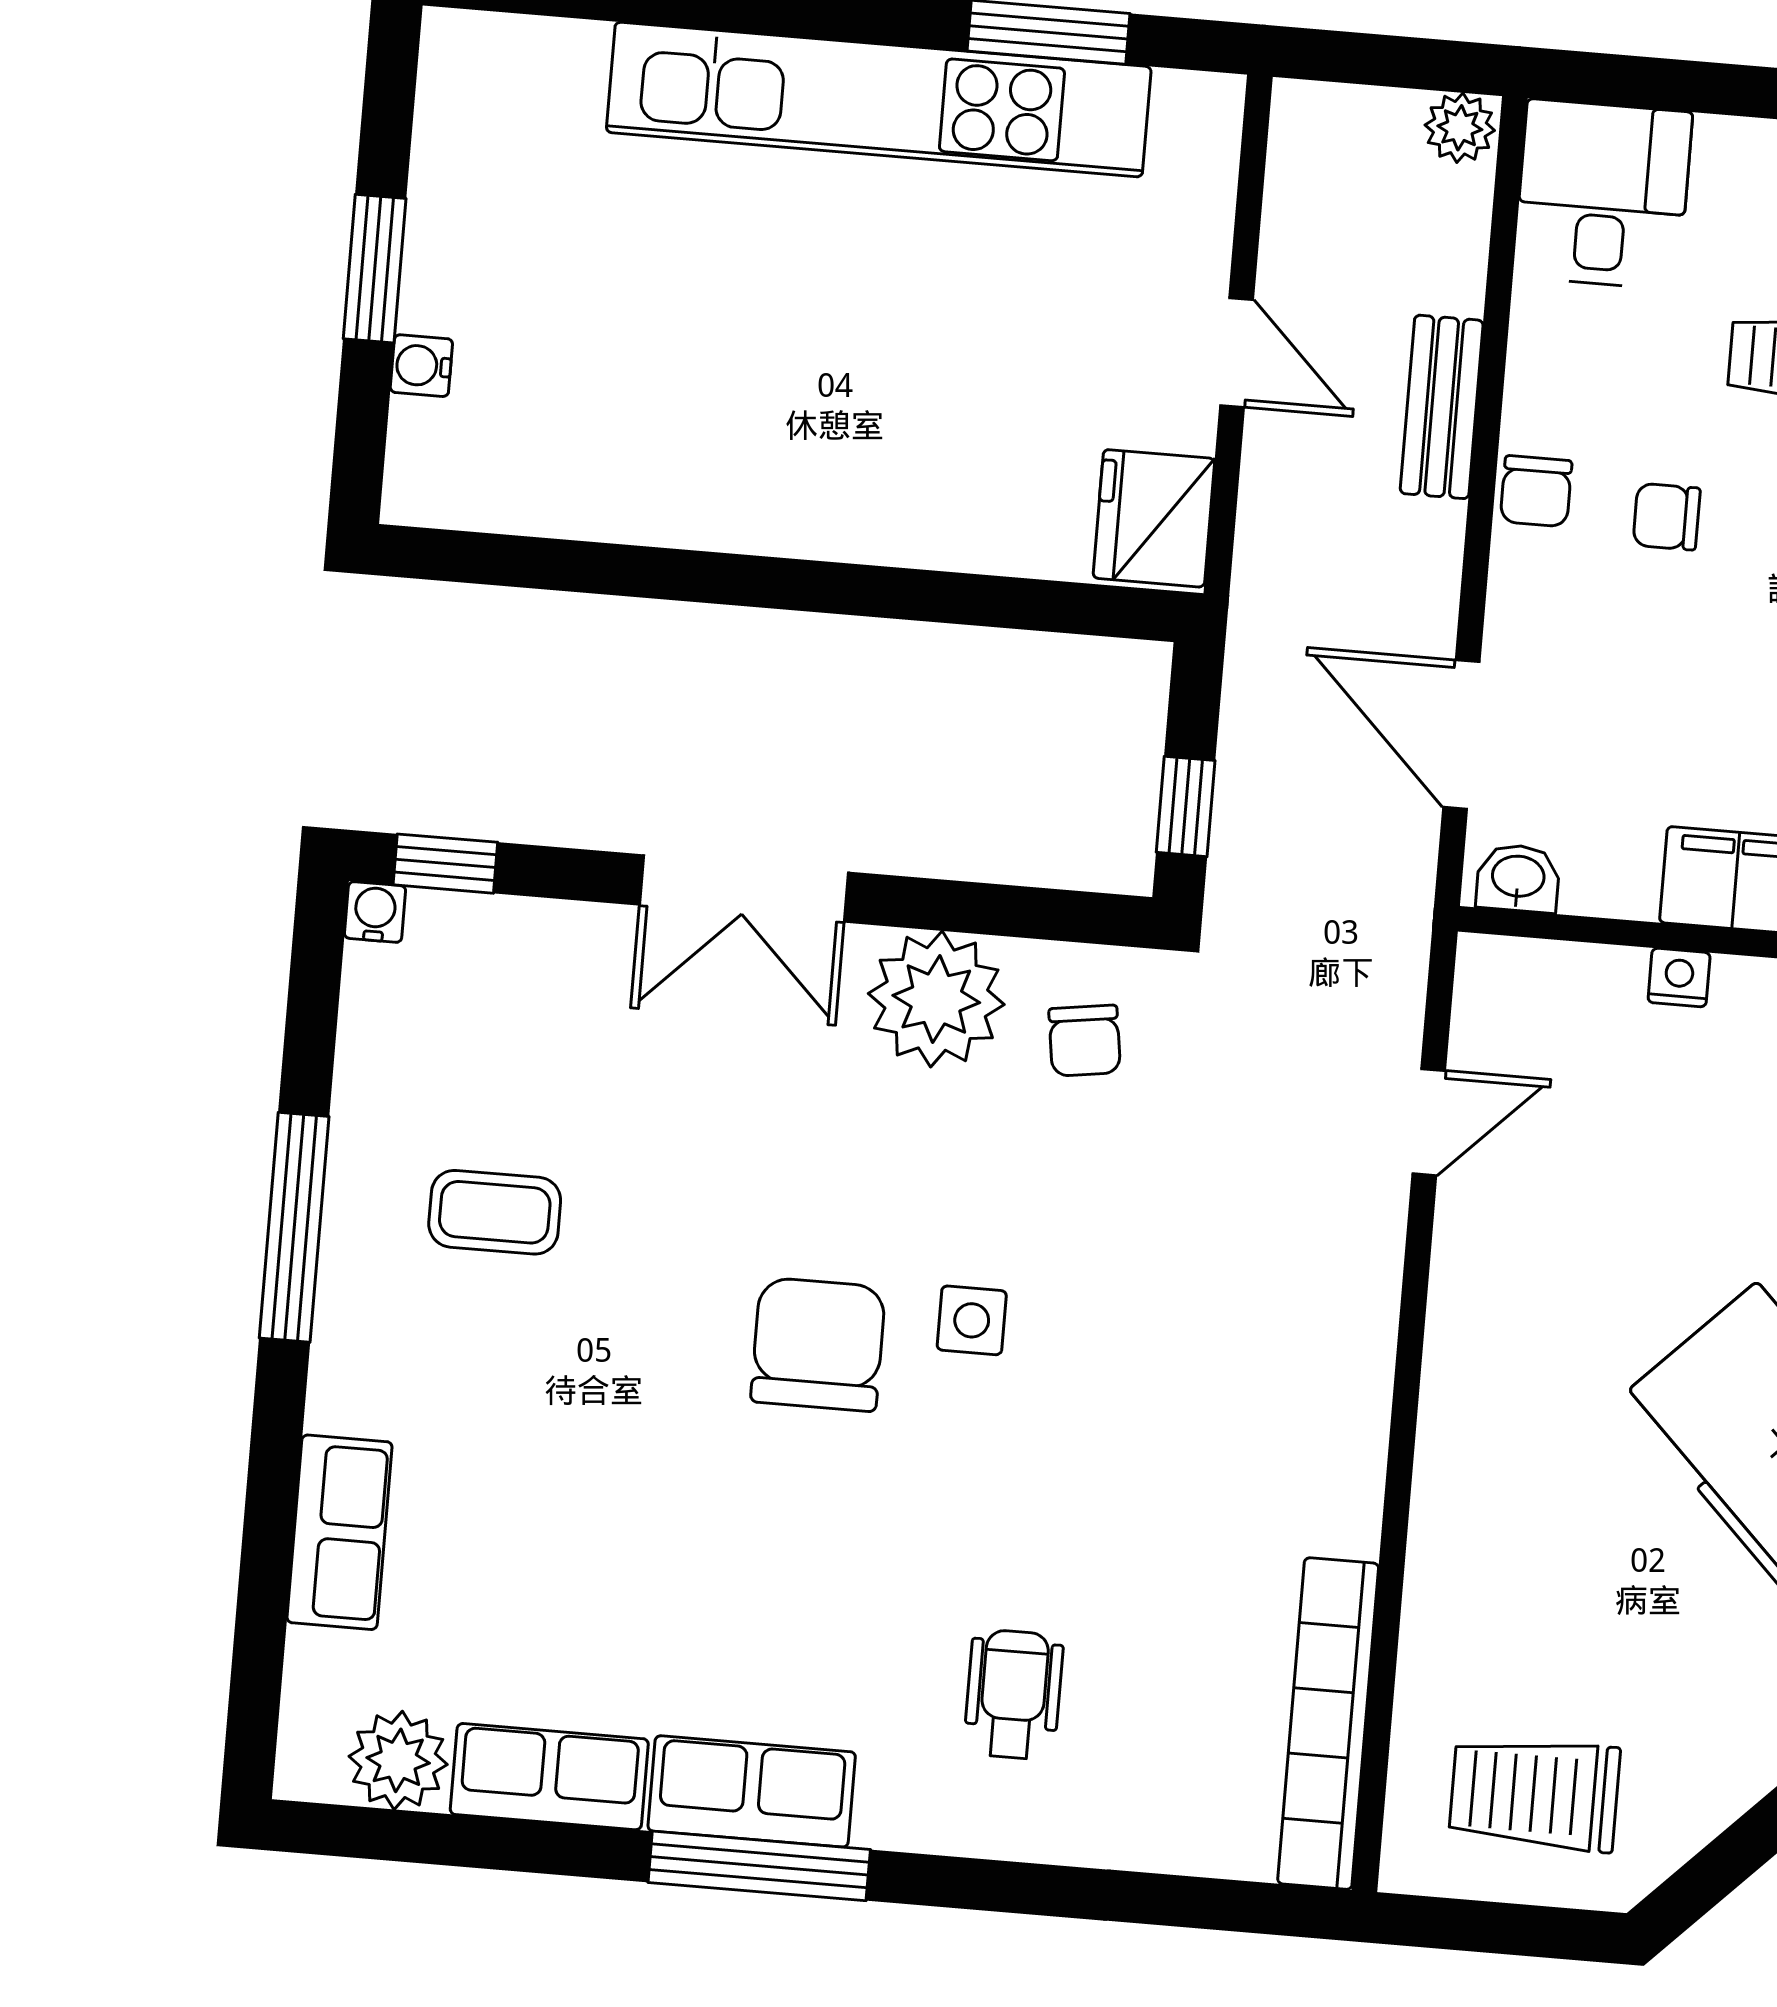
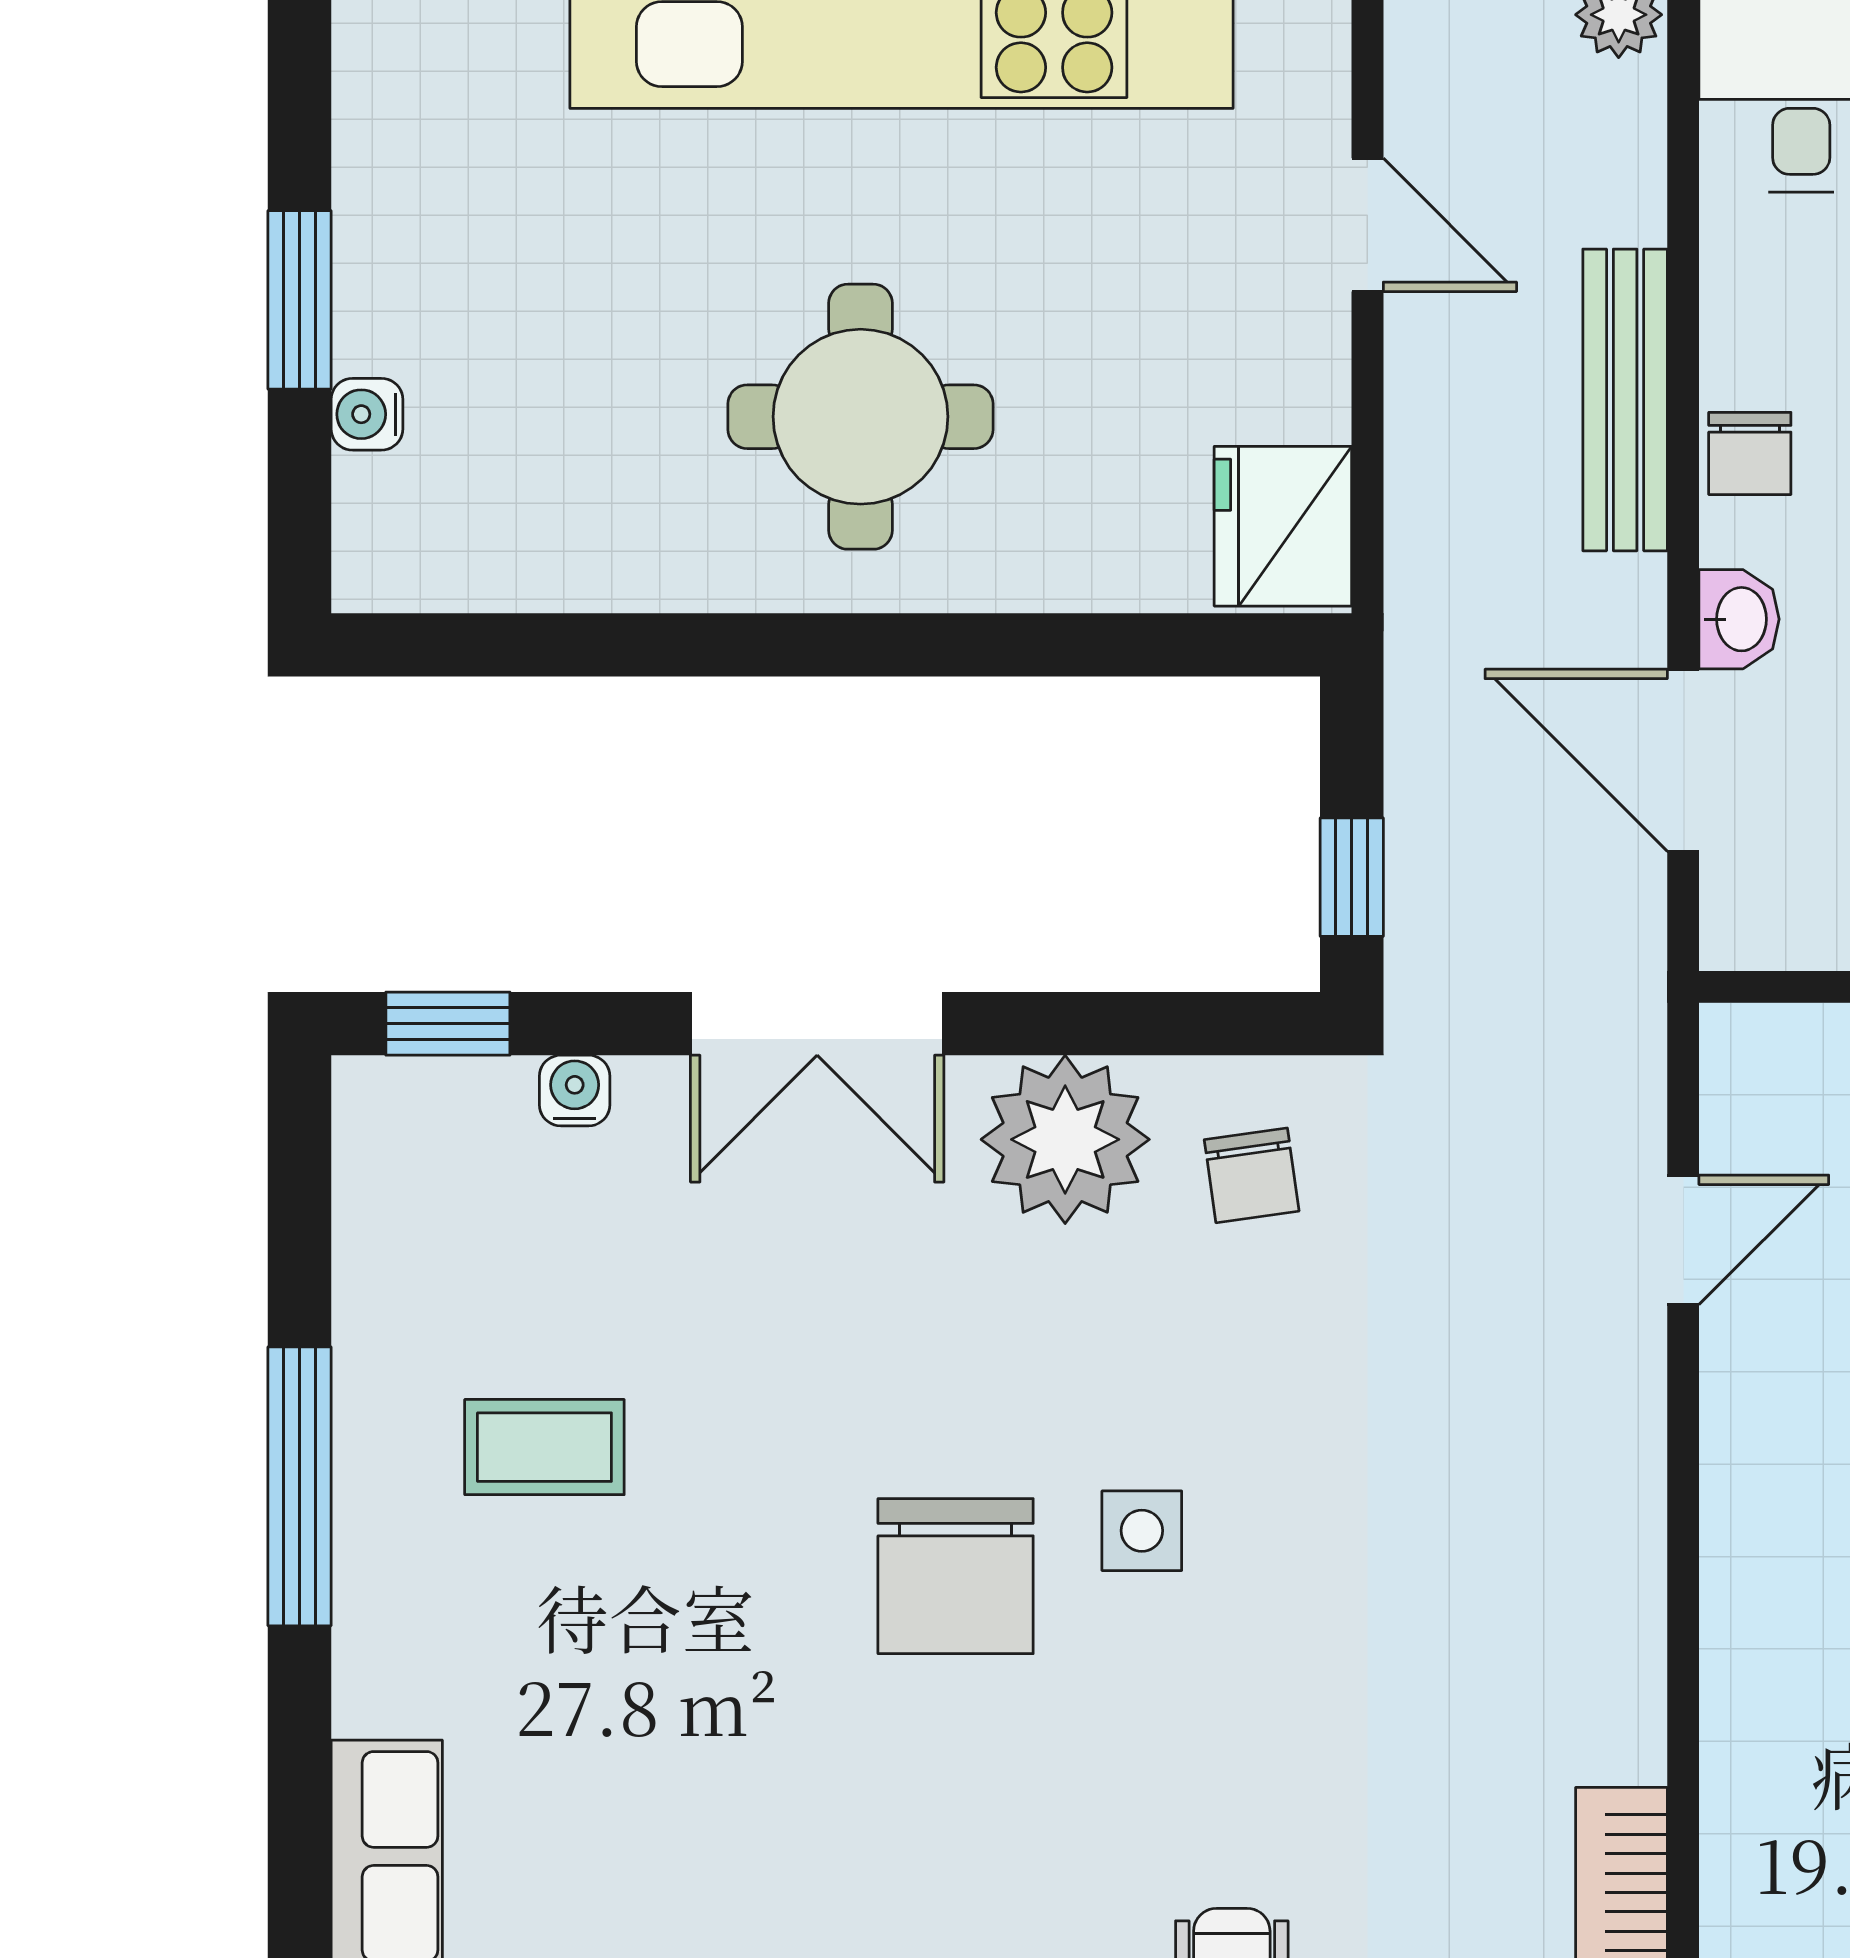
door: (1237, 353) -> (1367, 225), moved
round table: (820, 401) -> (861, 417), added
bench: (1442, 407) -> (1625, 400), width x1.36
washbasin: (1518, 878) -> (1739, 619), moved, turned 90
water cooler: (375, 912) -> (575, 1091), moved
chair: (818, 1344) -> (956, 1576), turned 180

